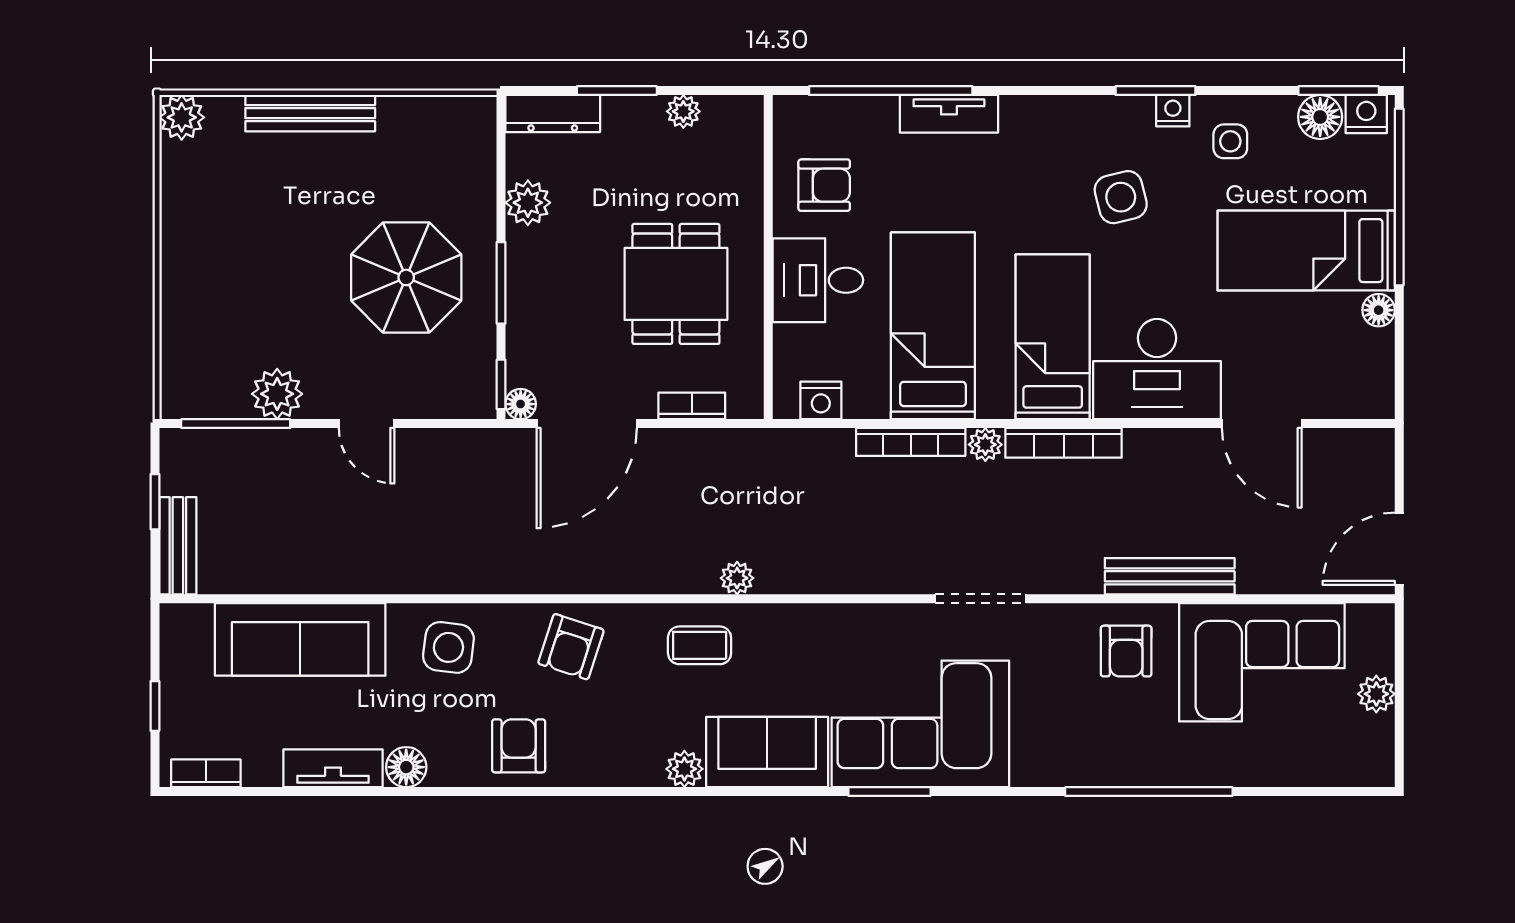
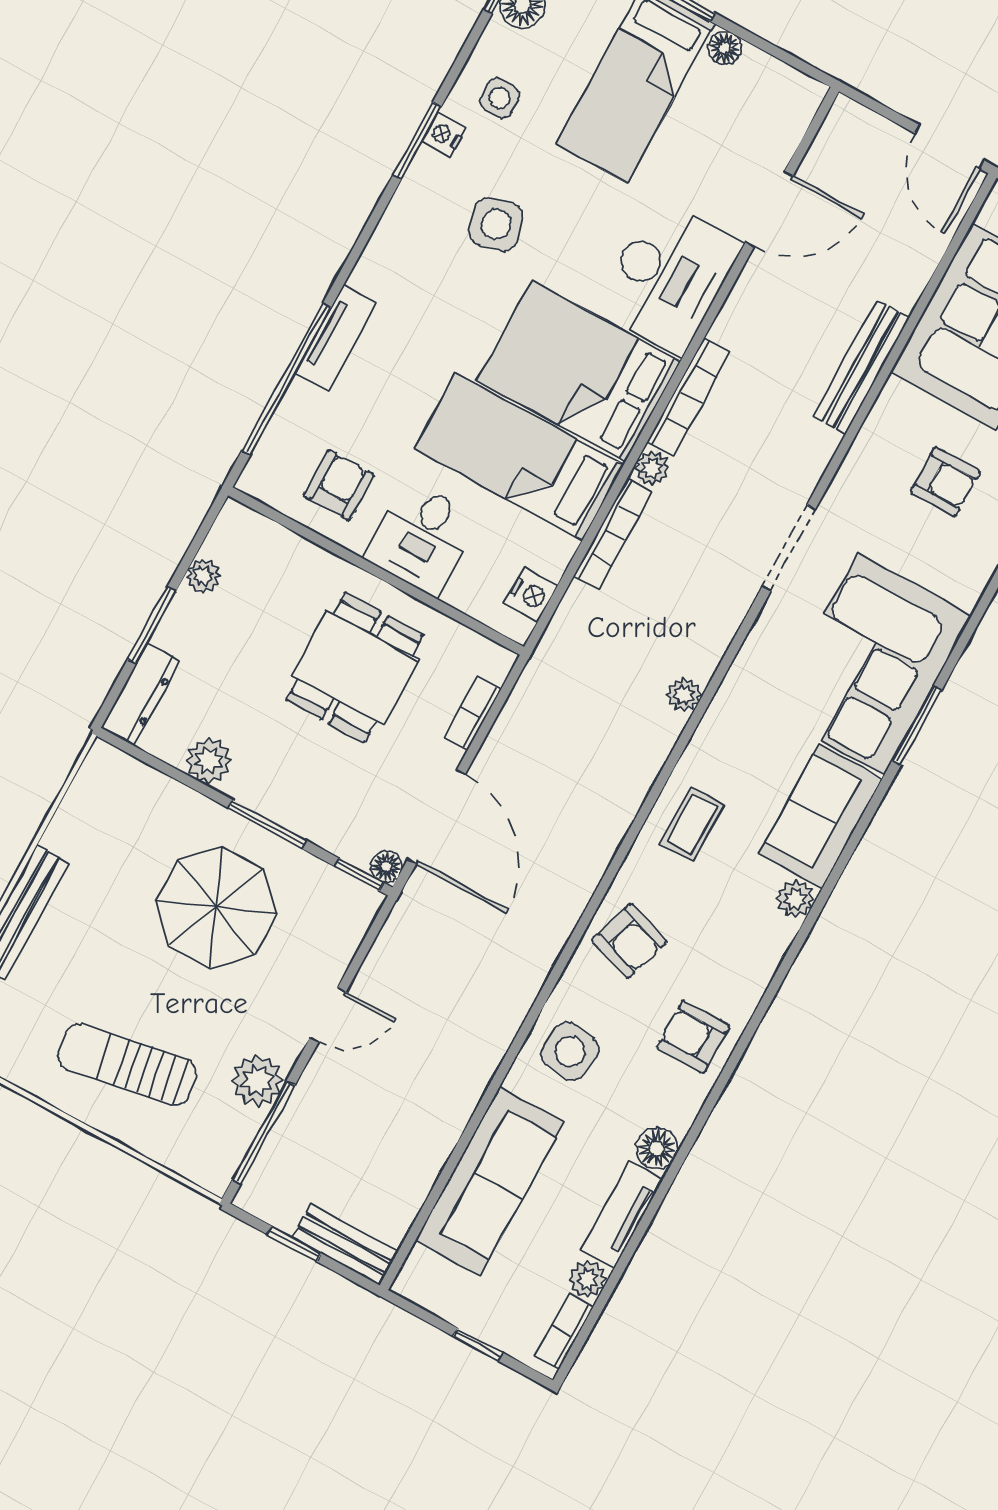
sun lounger: (230, 275) -> (127, 1064), added
dining table: (676, 284) -> (355, 667), turned 90
bed: (1053, 337) -> (579, 371), width x1.50
plant: (737, 578) -> (684, 695), moved
armchair: (1126, 651) -> (945, 482), moved
plant: (262, 769) -> (588, 1279), added

